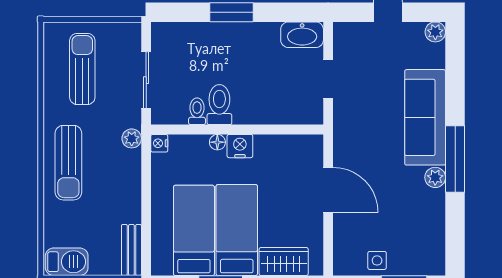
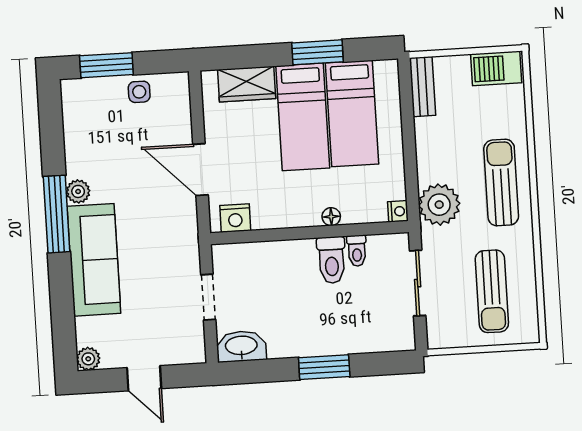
plant: (132, 138) -> (439, 205), width x1.87, depth x1.87
nightstand: (240, 146) -> (235, 218), moved

